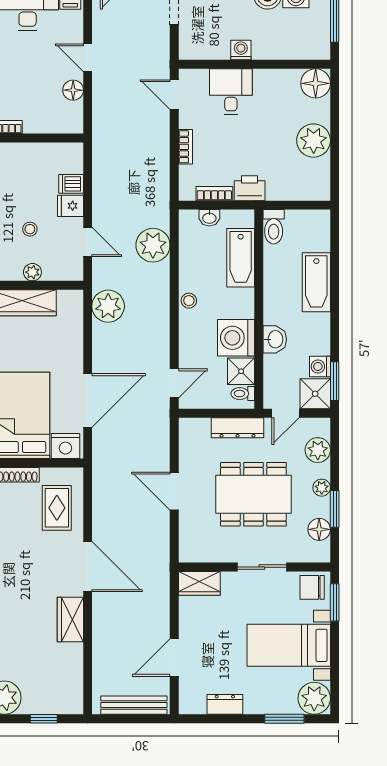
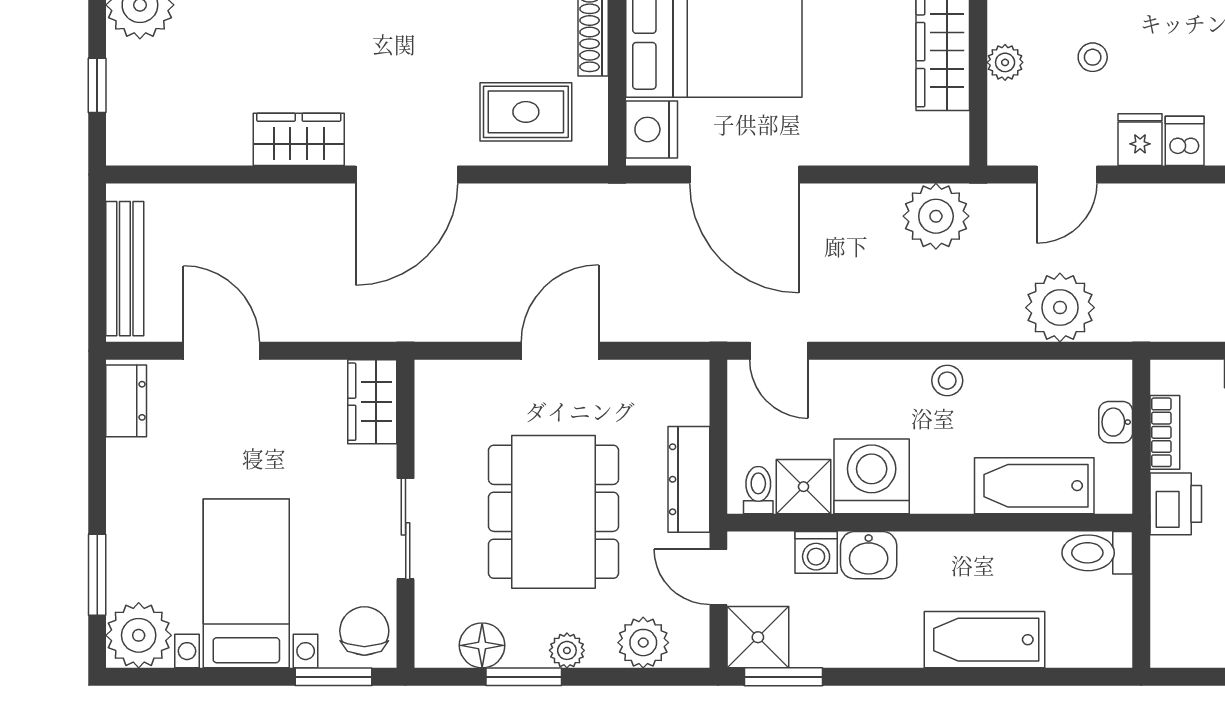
washing machine: (320, 367) -> (816, 552), moved, turned 180
dresser: (225, 704) -> (126, 401), moved

